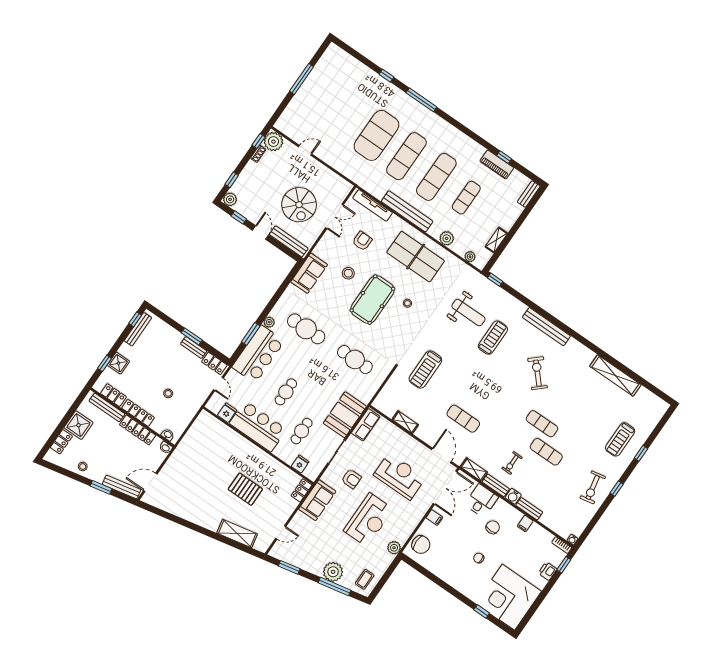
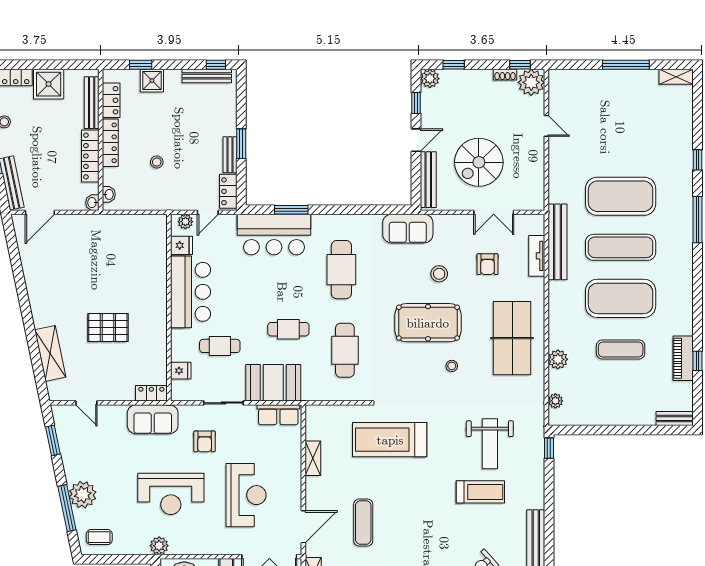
exercise mat: (436, 177) -> (621, 298), width x1.47
tv unit: (373, 205) -> (537, 256), width x0.71
bench: (407, 211) -> (557, 242), moved
shelving: (496, 240) -> (676, 77), moved
armchair: (362, 241) -> (488, 264), turned 90
plant: (269, 322) -> (185, 222), moved
treadmill: (425, 370) -> (390, 440), width x1.37, depth x1.38
cafe table: (286, 392) -> (288, 329), moved
door: (150, 482) -> (40, 212), swing flipped
pallet: (245, 489) -> (108, 328), turned 90

